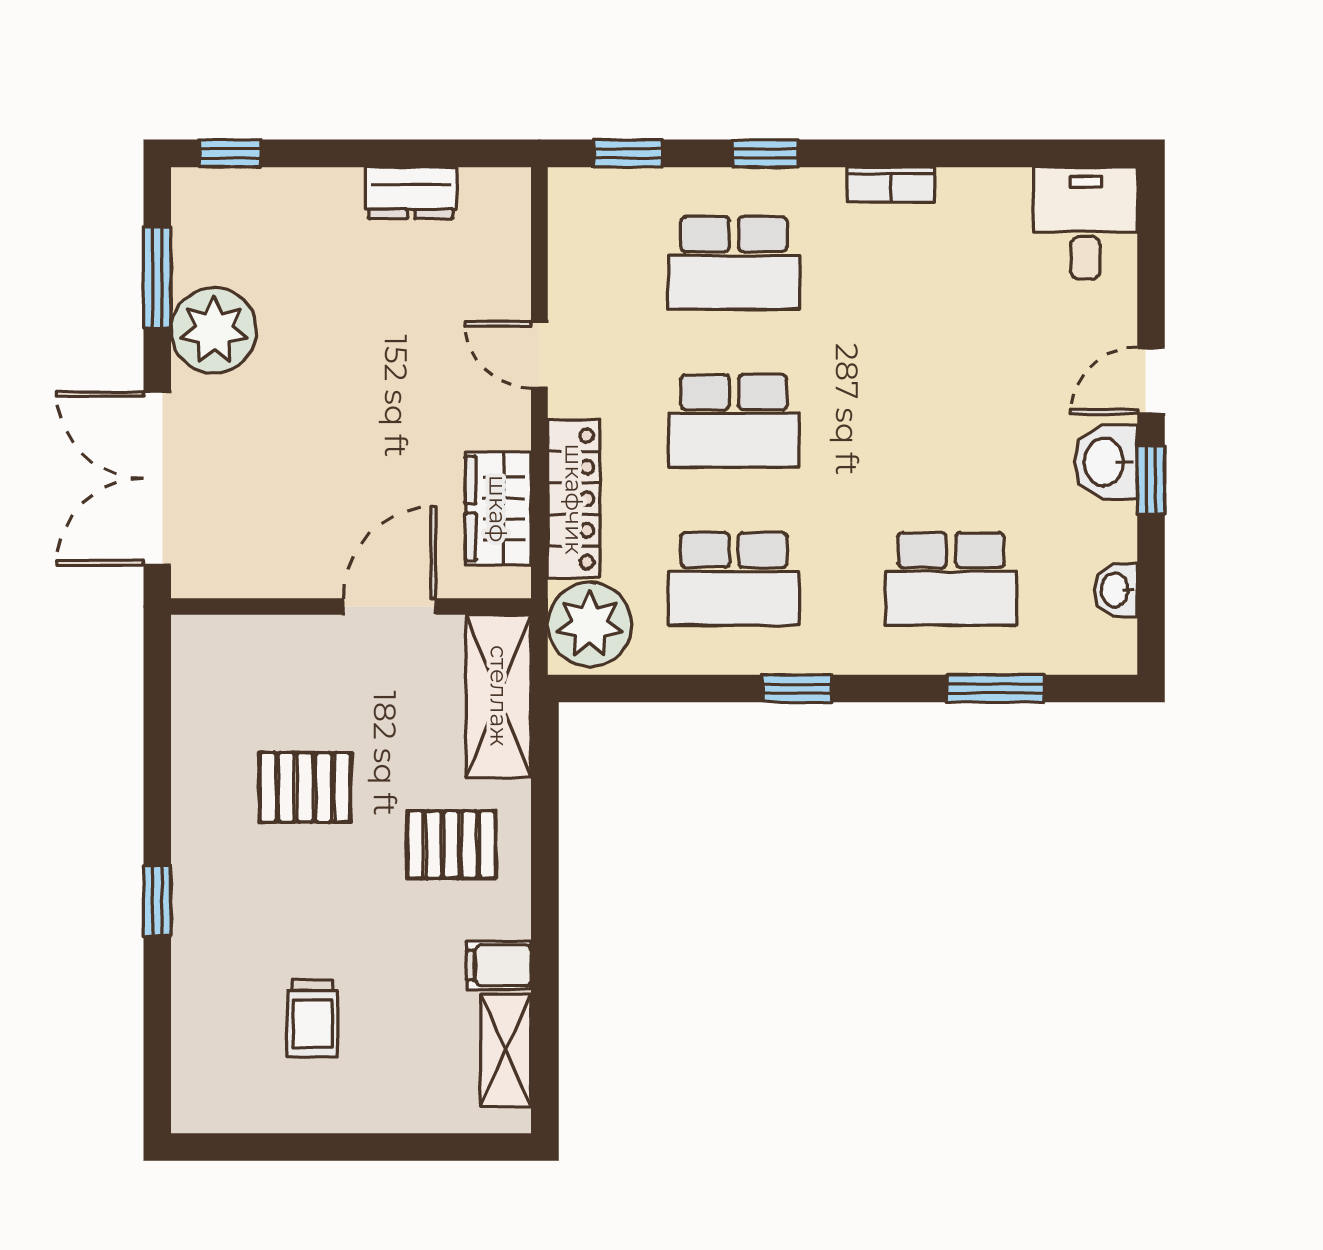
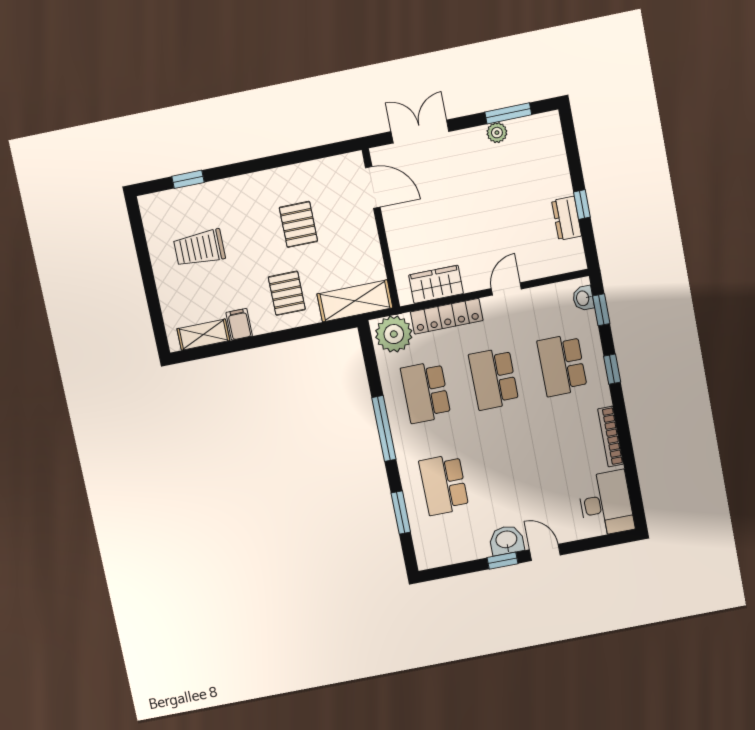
window: (230, 153) -> (582, 204), moved
bookcase: (891, 185) -> (611, 437), width x1.56
desk: (1085, 223) -> (606, 504), width x1.37
plant: (214, 330) -> (497, 133), width x0.53, depth x0.53
double door: (157, 479) -> (420, 132), width x0.73
washbasin: (1116, 590) -> (583, 298), moved, turned -90
door: (389, 607) -> (373, 187), moved
window: (797, 688) -> (384, 428), width x2.17
window: (157, 901) -> (188, 179), moved
trolley: (313, 1018) -> (199, 248), width x1.36, depth x1.39

